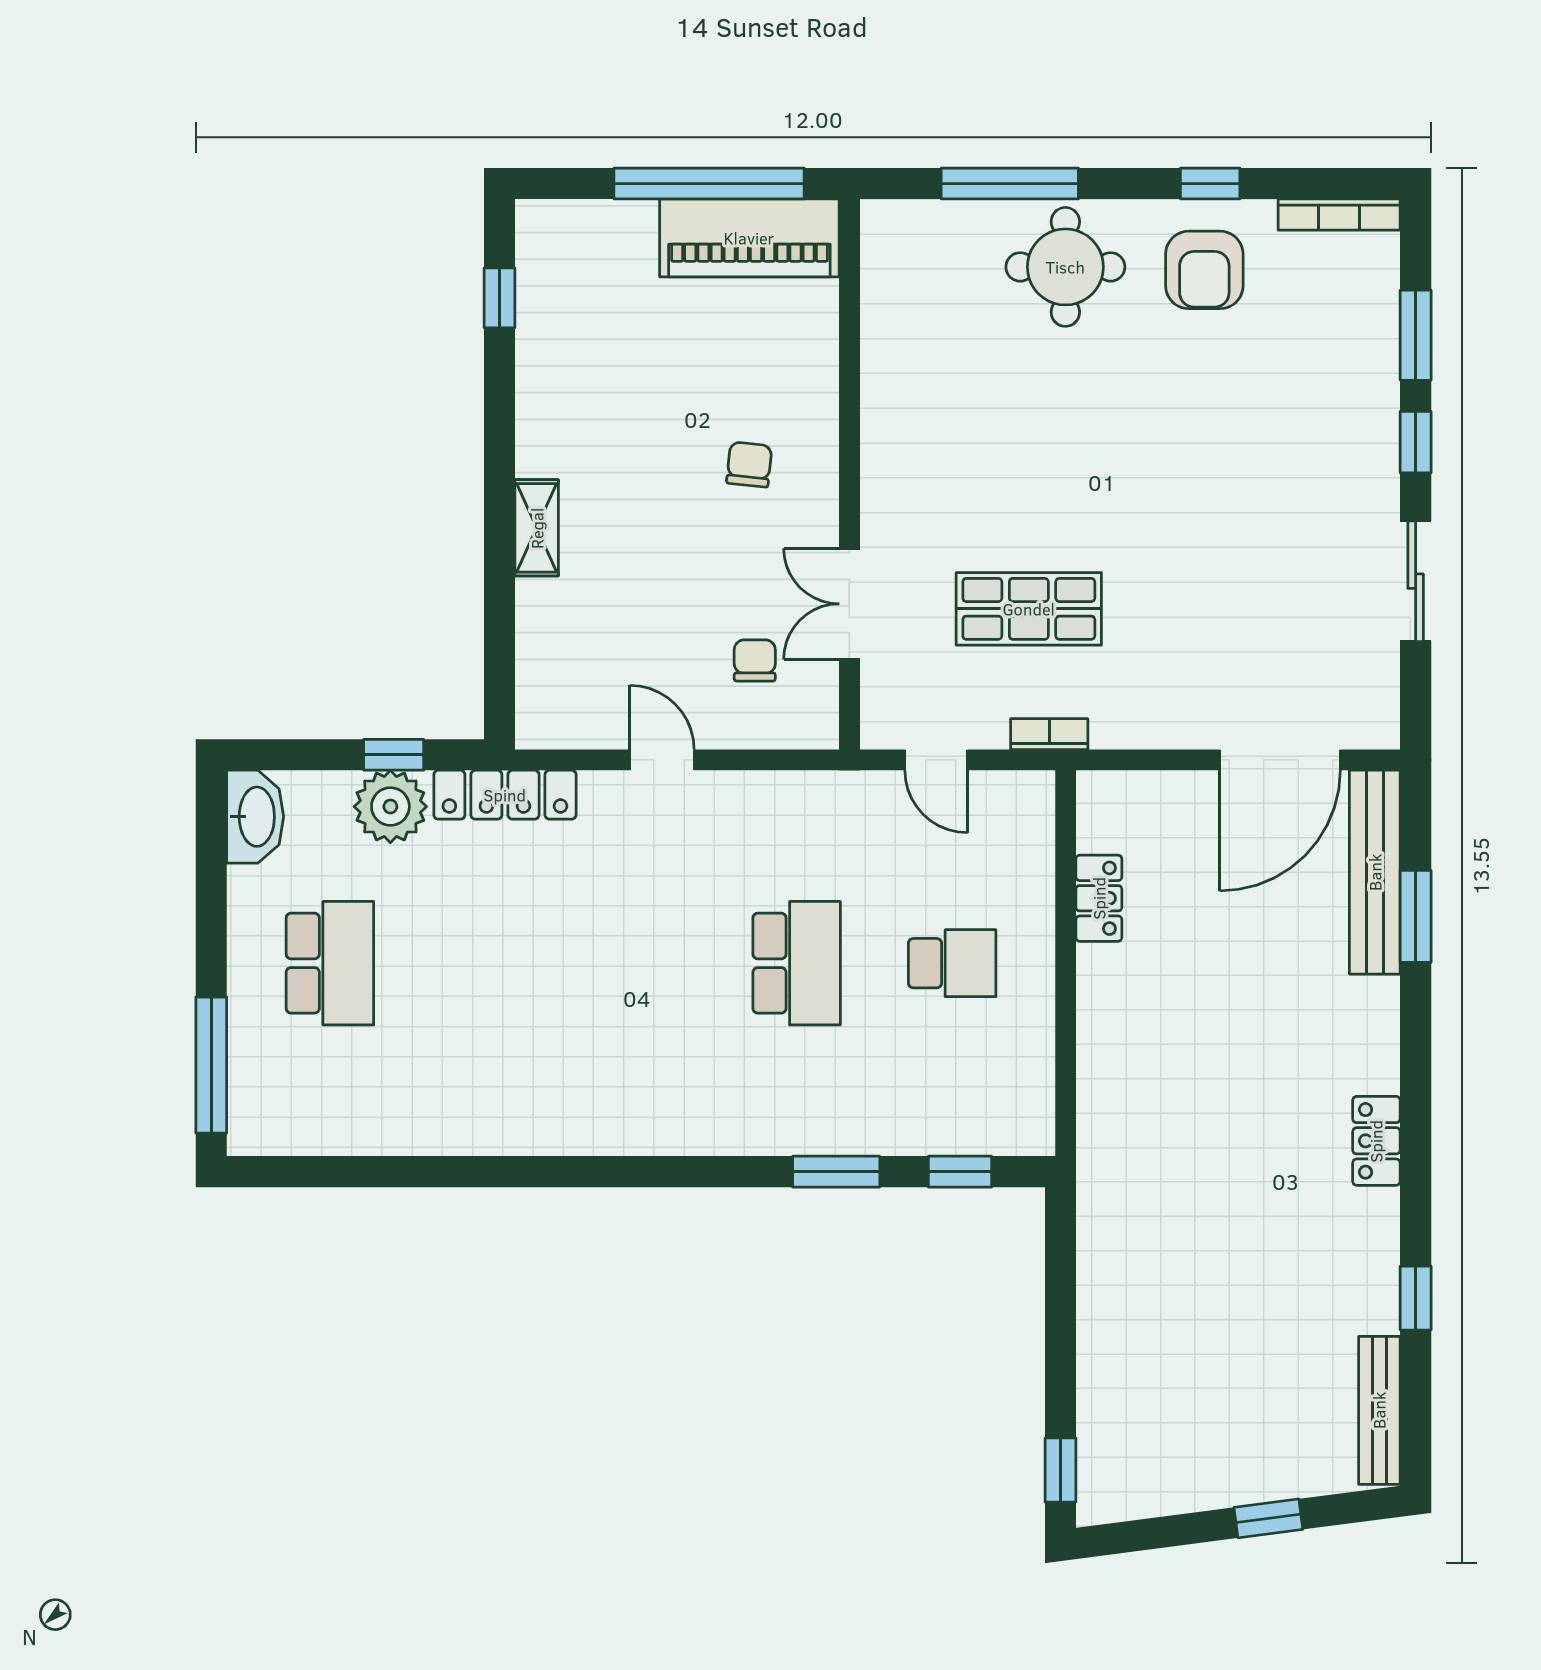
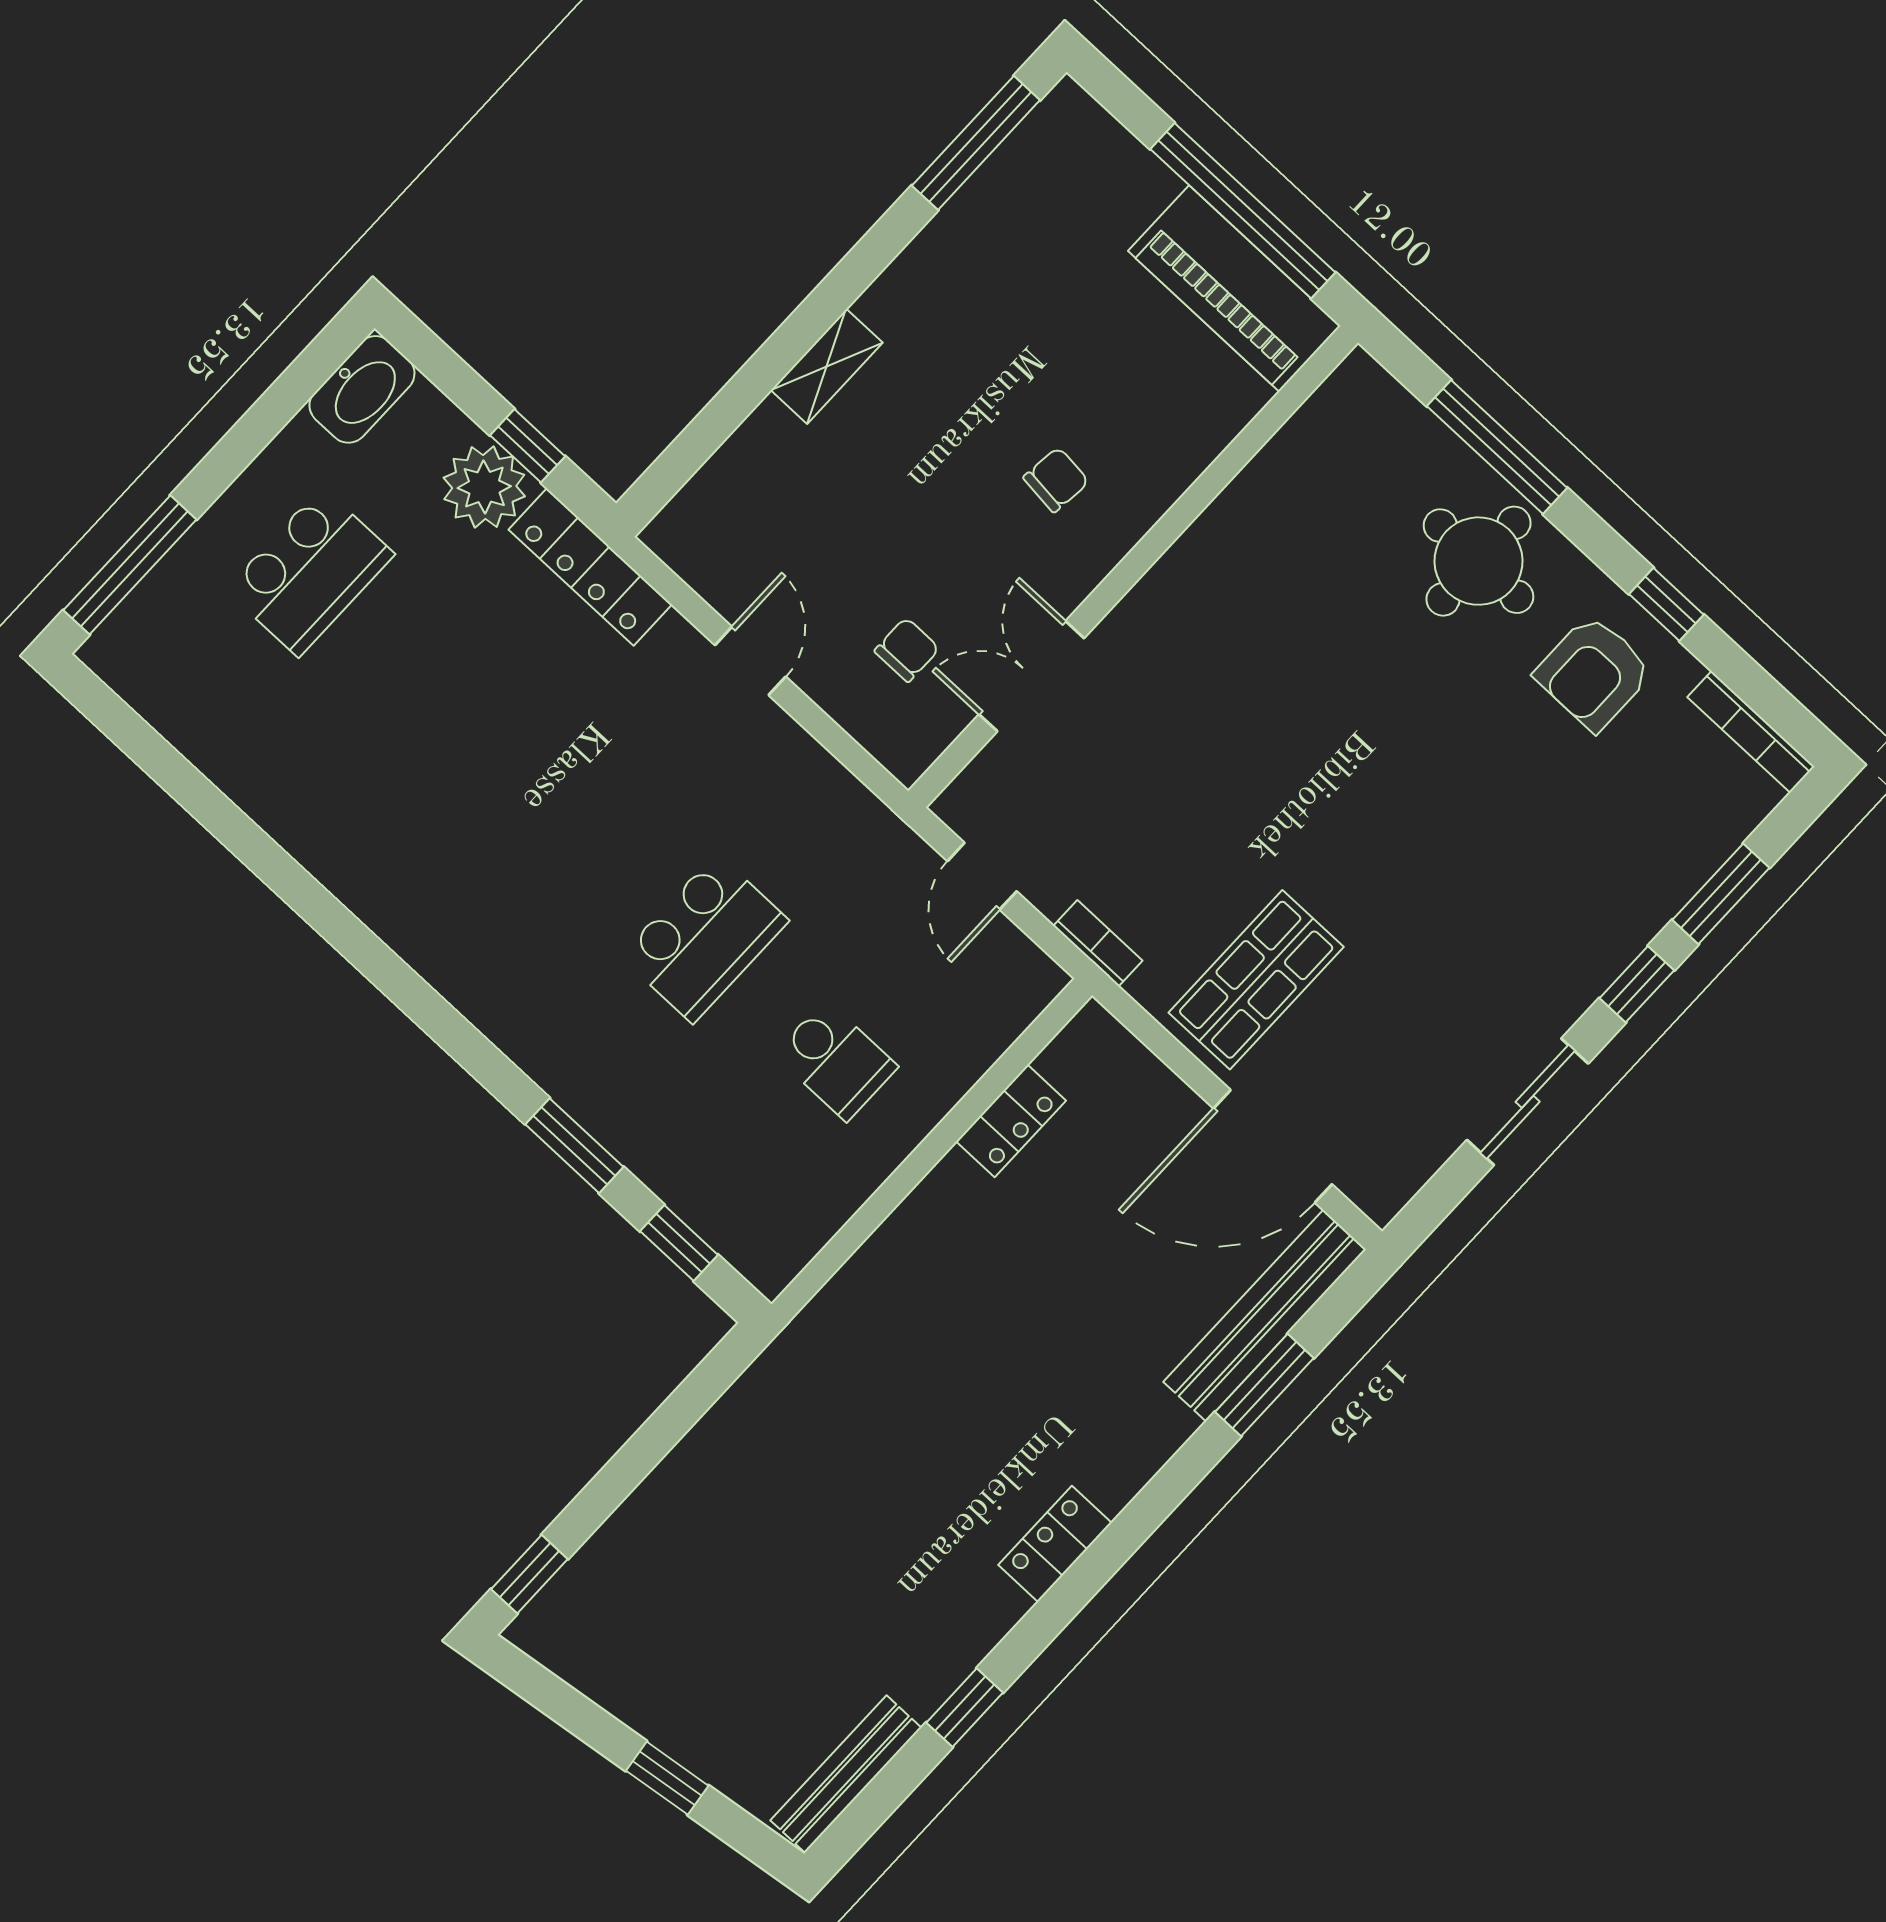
window: (500, 298) -> (976, 143), width x2.17
shop shelf: (1029, 609) -> (1256, 980), moved, turned 90

